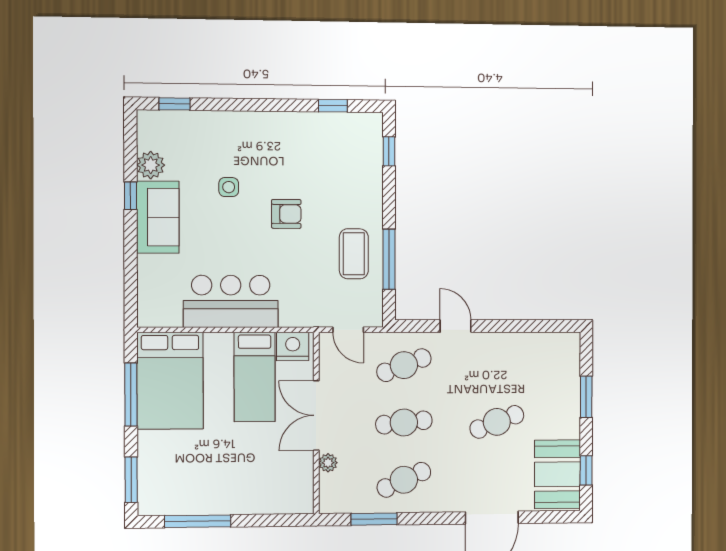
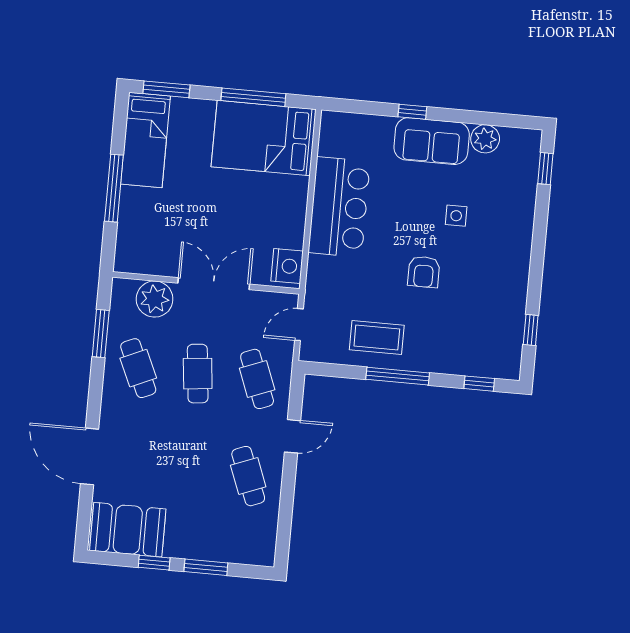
window: (131, 196) -> (412, 112), moved
window: (389, 259) -> (398, 376), moved
bed: (255, 377) -> (145, 140), moved, turned -90
cafe table: (497, 422) -> (248, 476), moved
plant: (328, 463) -> (155, 299), width x1.88, depth x1.88
window: (586, 470) -> (154, 563), moved
window: (198, 521) -> (114, 188), moved

